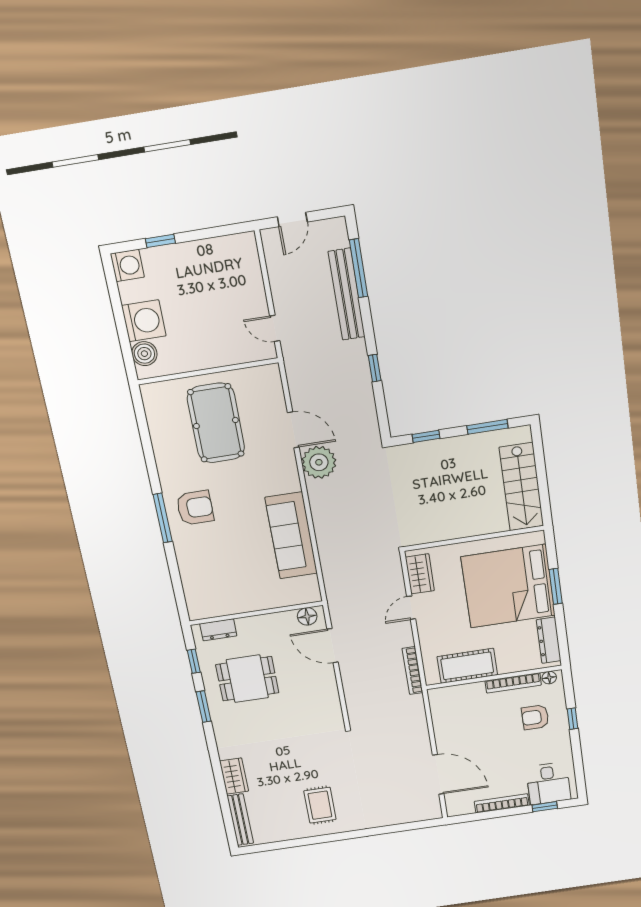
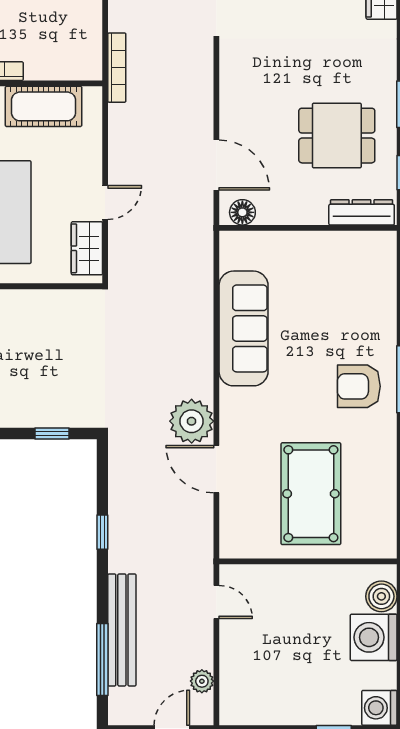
plant: (275, 264) -> (202, 681), added
dresser: (218, 630) -> (362, 212), width x1.44
bookcase: (412, 671) -> (117, 68), moved

